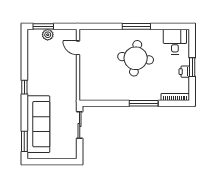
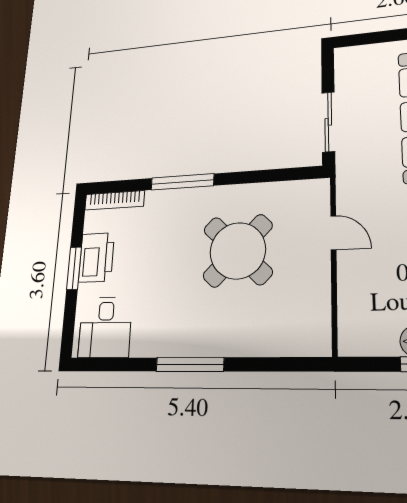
door: (78, 48) -> (333, 233), moved
round table: (136, 58) -> (238, 251), moved, turned 37
printer: (184, 72) -> (96, 257), width x1.87, depth x1.48

